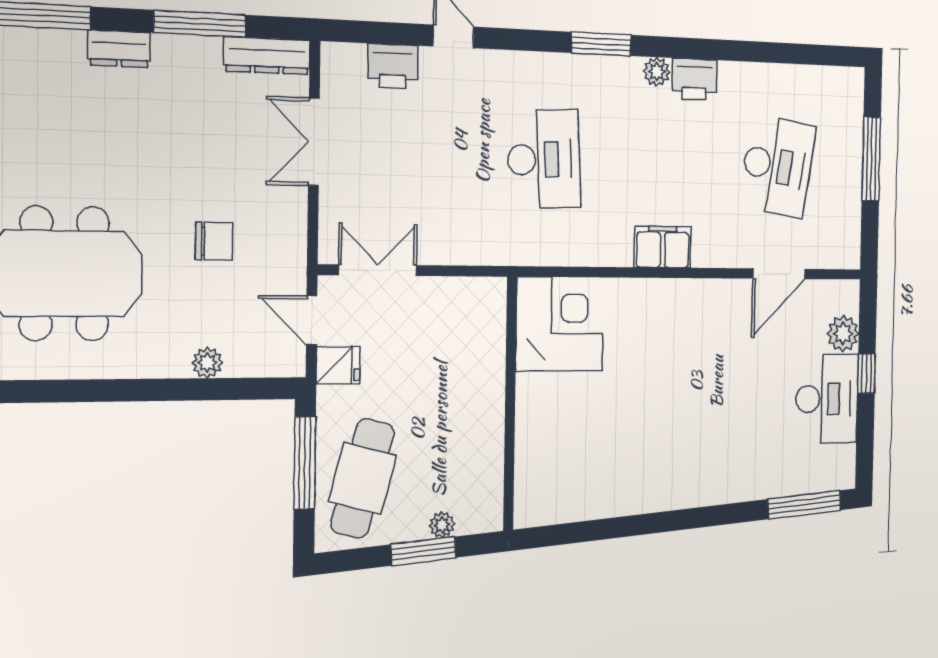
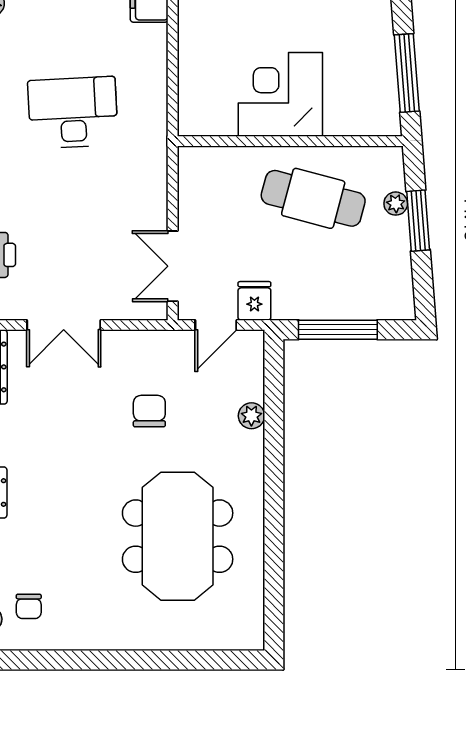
corner desk: (560, 324) -> (280, 94), moved
cafe table: (363, 478) -> (313, 198), moved
window: (578, 532) -> (407, 73), added

